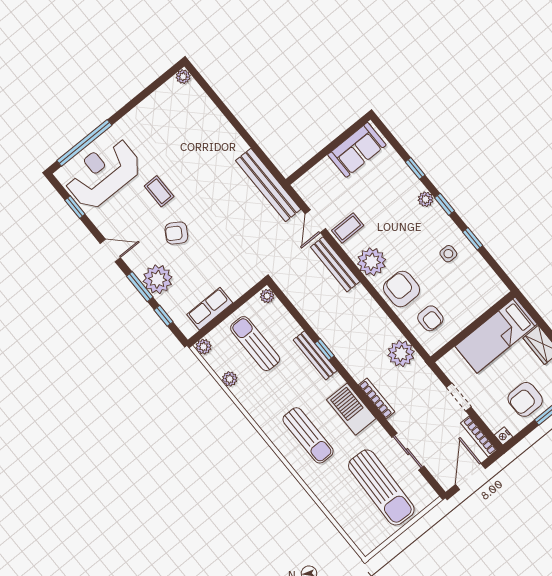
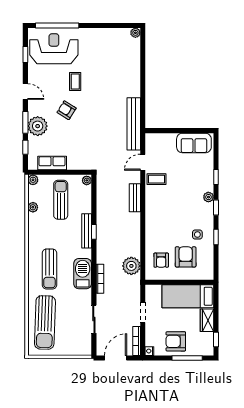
plant: (372, 262) -> (155, 207), removed
bench: (335, 264) -> (135, 198), width x0.73
armchair: (402, 289) -> (186, 257), moved
sun lounger: (381, 488) -> (45, 322), moved

